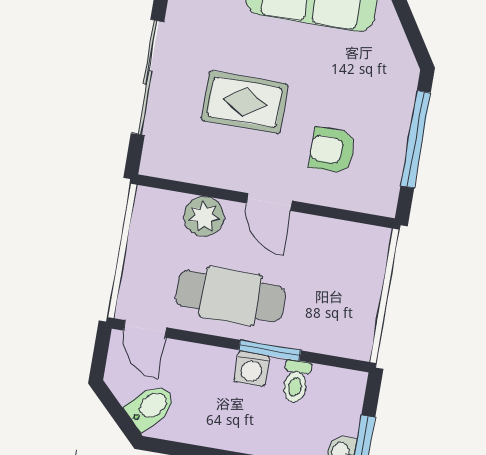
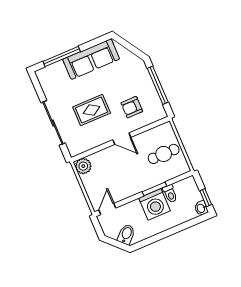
plant: (204, 216) -> (83, 166), moved
cafe table: (230, 296) -> (164, 154), moved, width x0.73, depth x0.74
door: (145, 329) -> (107, 209), swing flipped
washing machine: (252, 369) -> (155, 204), width x1.89, depth x1.89

